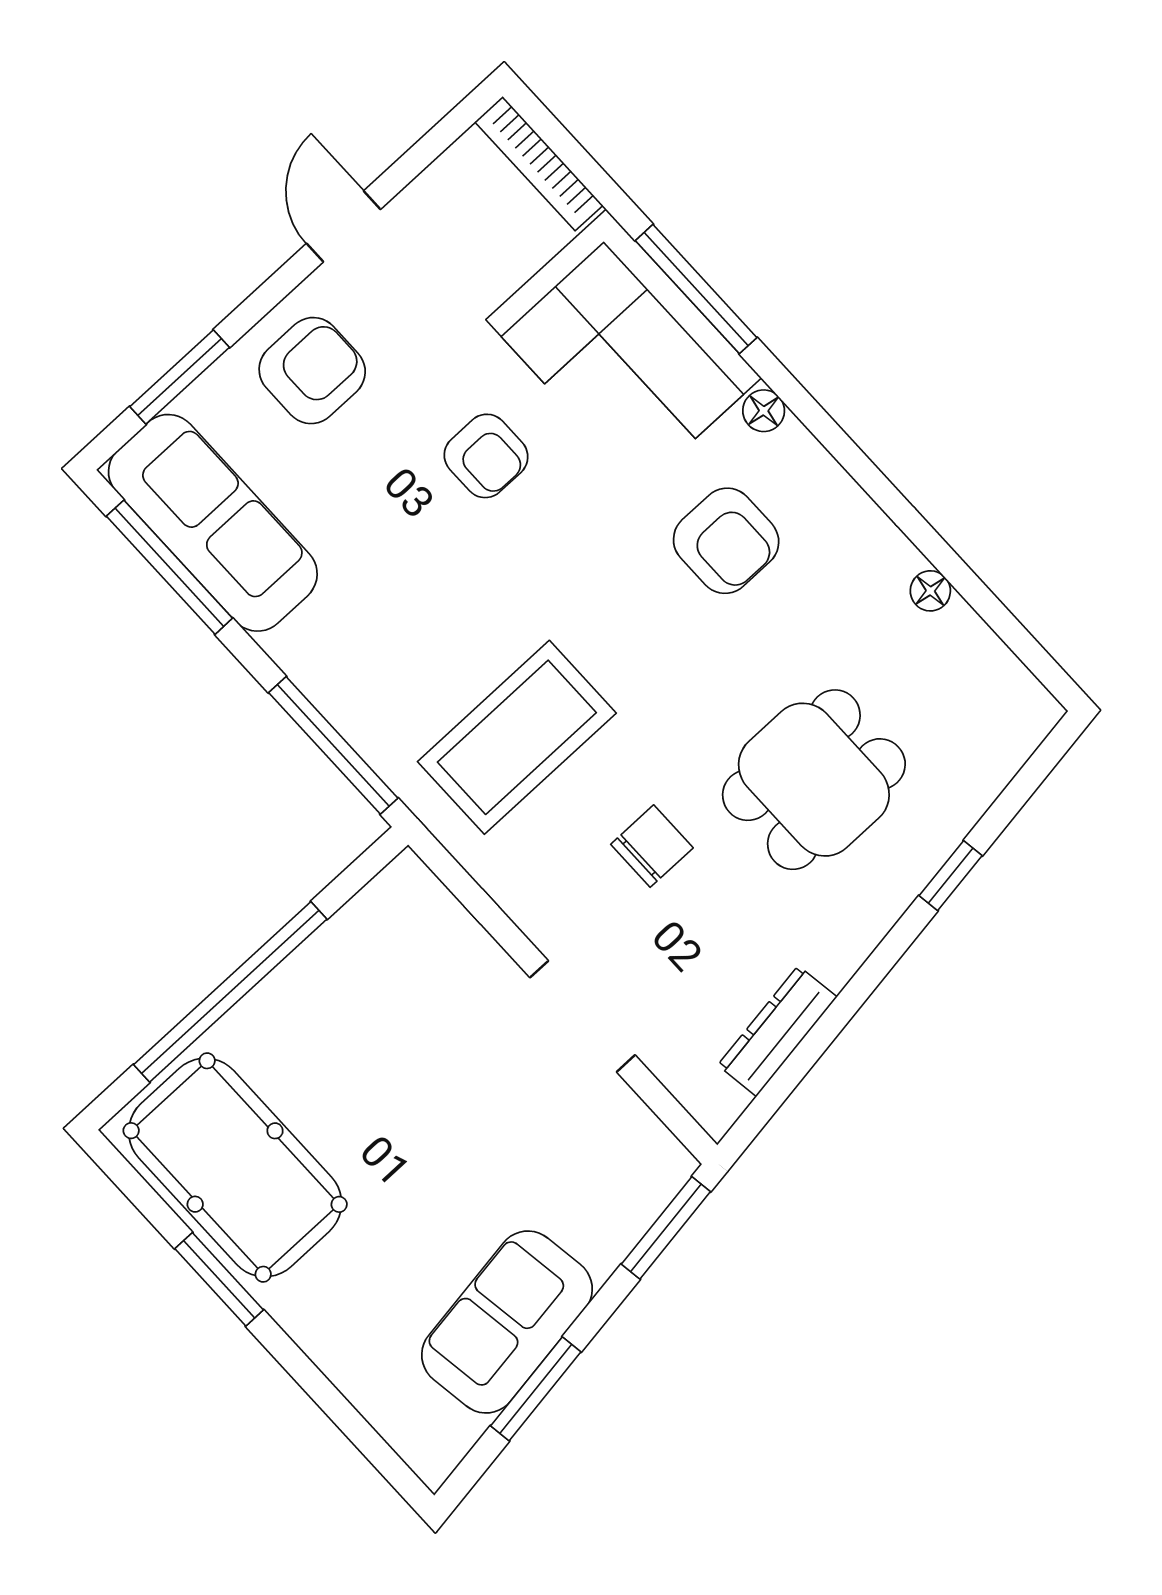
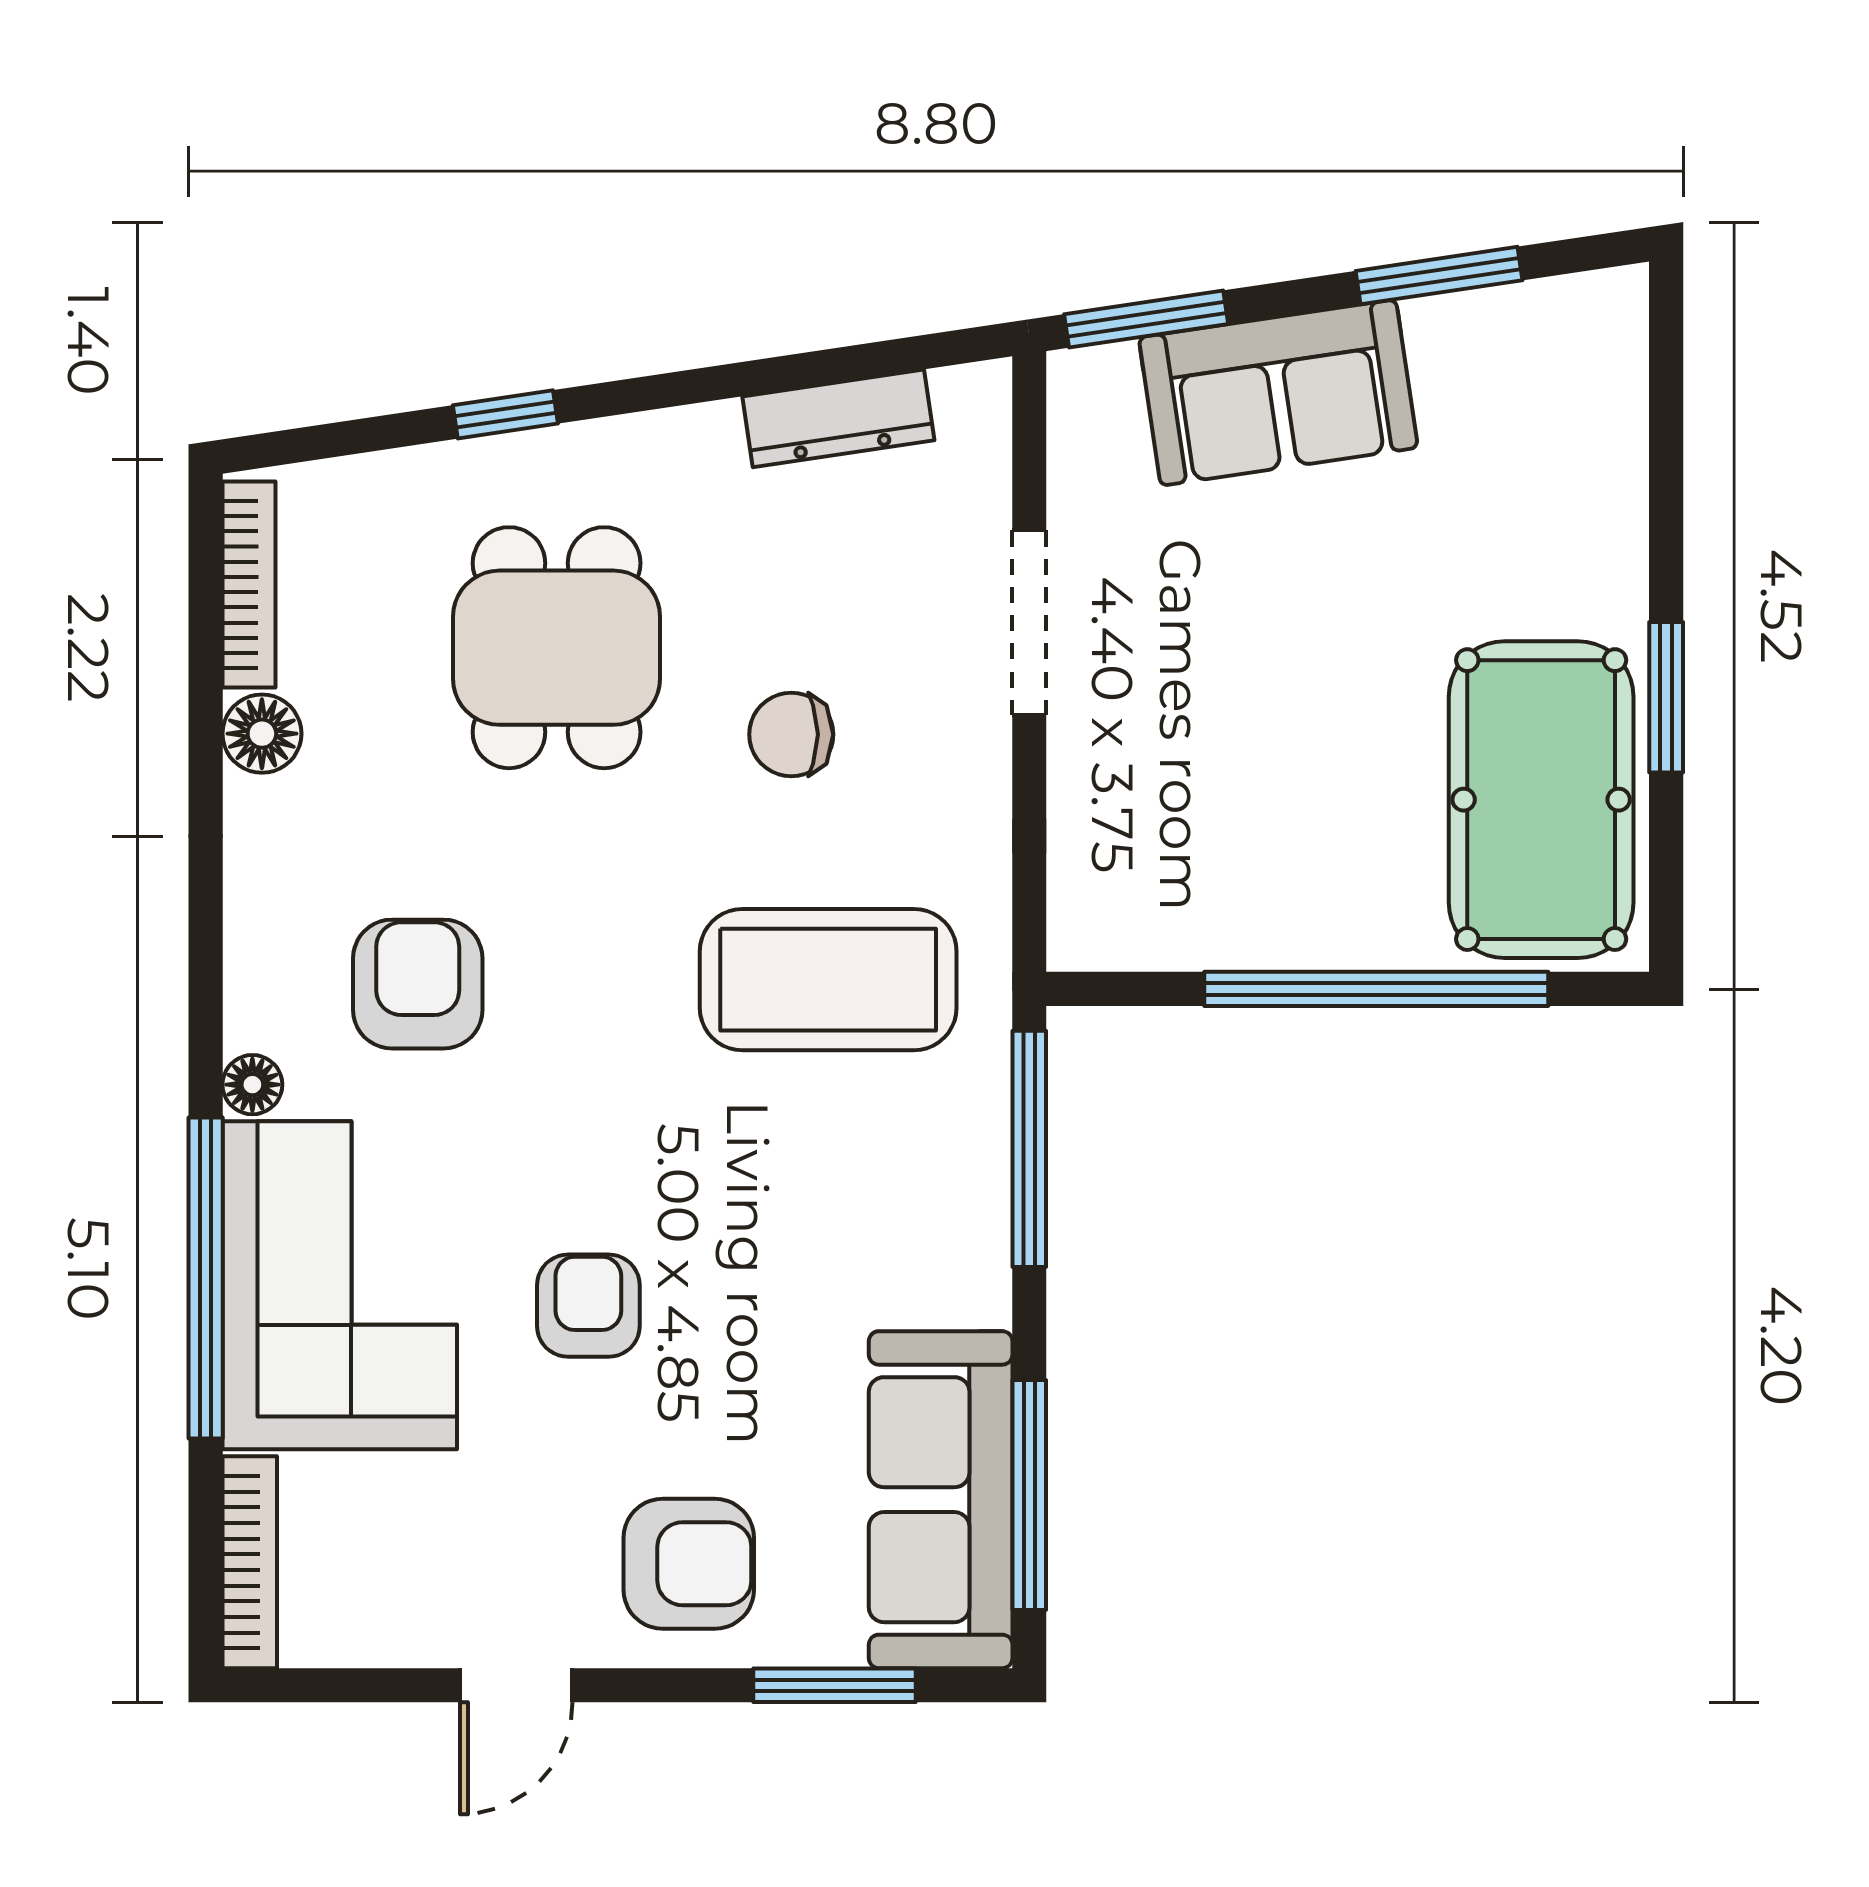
window: (696, 289) -> (206, 1278), width x1.46
armchair: (312, 371) -> (689, 1564), turned 180
floor lamp: (930, 591) -> (262, 734), width x1.37, depth x1.37
bookcase: (1002, 667) -> (249, 585), added
dining table: (814, 780) -> (557, 648), turned 90
sofa: (507, 1322) -> (1278, 393), moved

